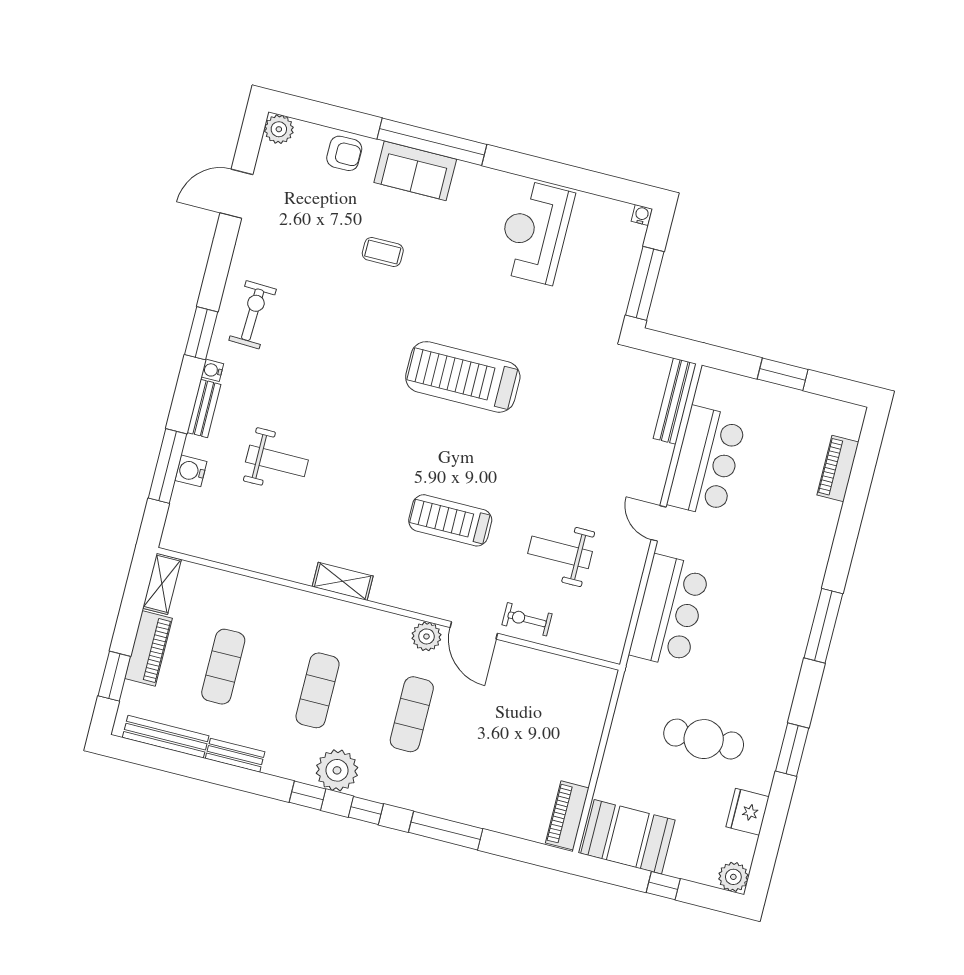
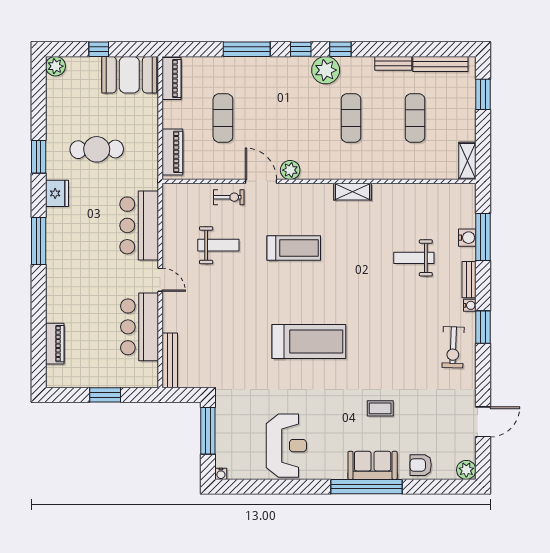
piano: (149, 648) -> (172, 152), moved, turned 180
exercise mat: (412, 714) -> (223, 118), moved
fridge: (748, 812) -> (57, 193), moved

